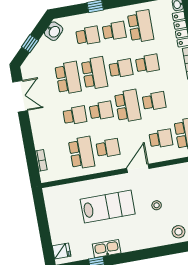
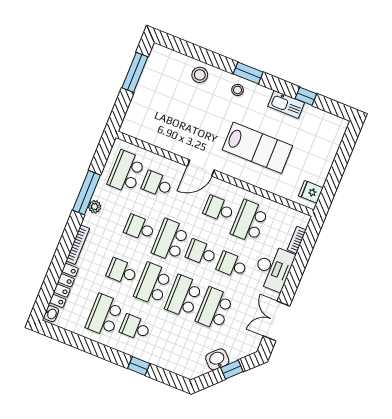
washbasin: (54, 31) -> (217, 359), moved
school desk: (88, 36) -> (166, 340), removed
school desk: (121, 68) -> (153, 284), width x1.85
desk: (45, 131) -> (274, 268), added
stool: (157, 205) -> (238, 90), moved
lab bench: (108, 207) -> (257, 148), turned 180
fridge: (62, 251) -> (311, 192), moved
window: (146, 254) -> (248, 73), added

